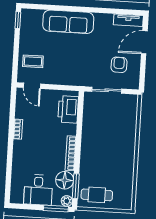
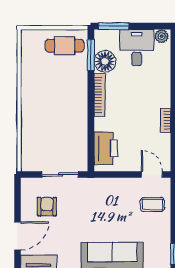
armchair: (119, 65) -> (47, 207), turned 180
plant: (67, 201) -> (162, 36), moved

